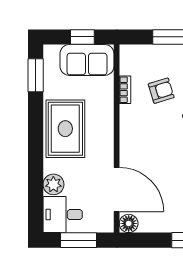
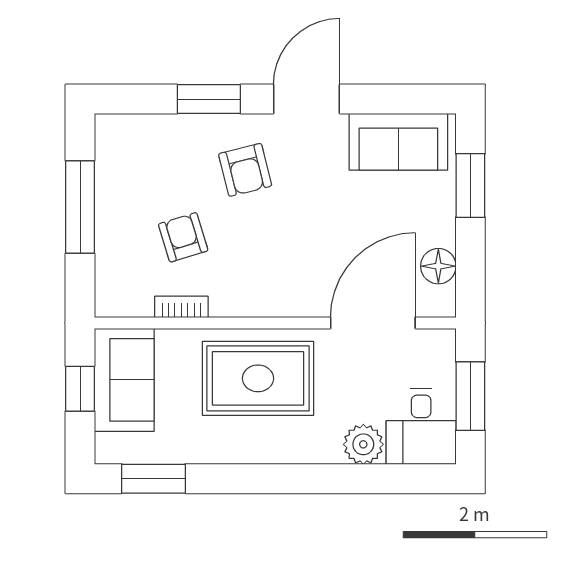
rug: (65, 129) -> (258, 378), moved
floor lamp: (129, 223) -> (438, 266), moved

